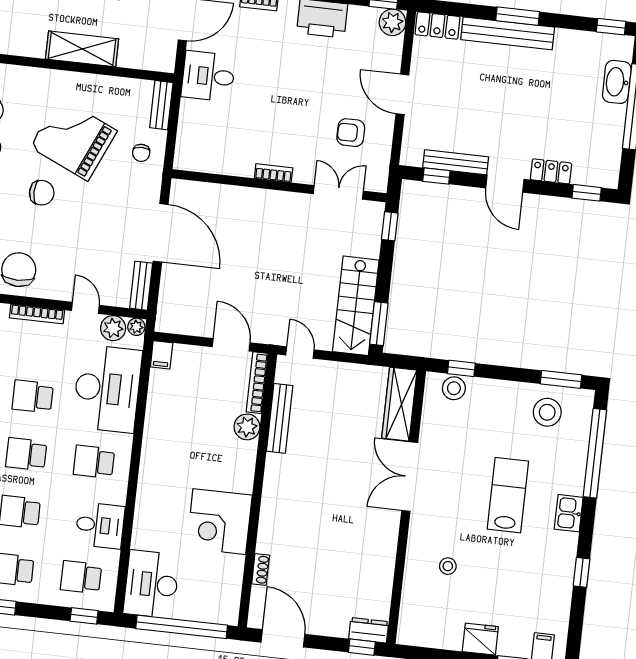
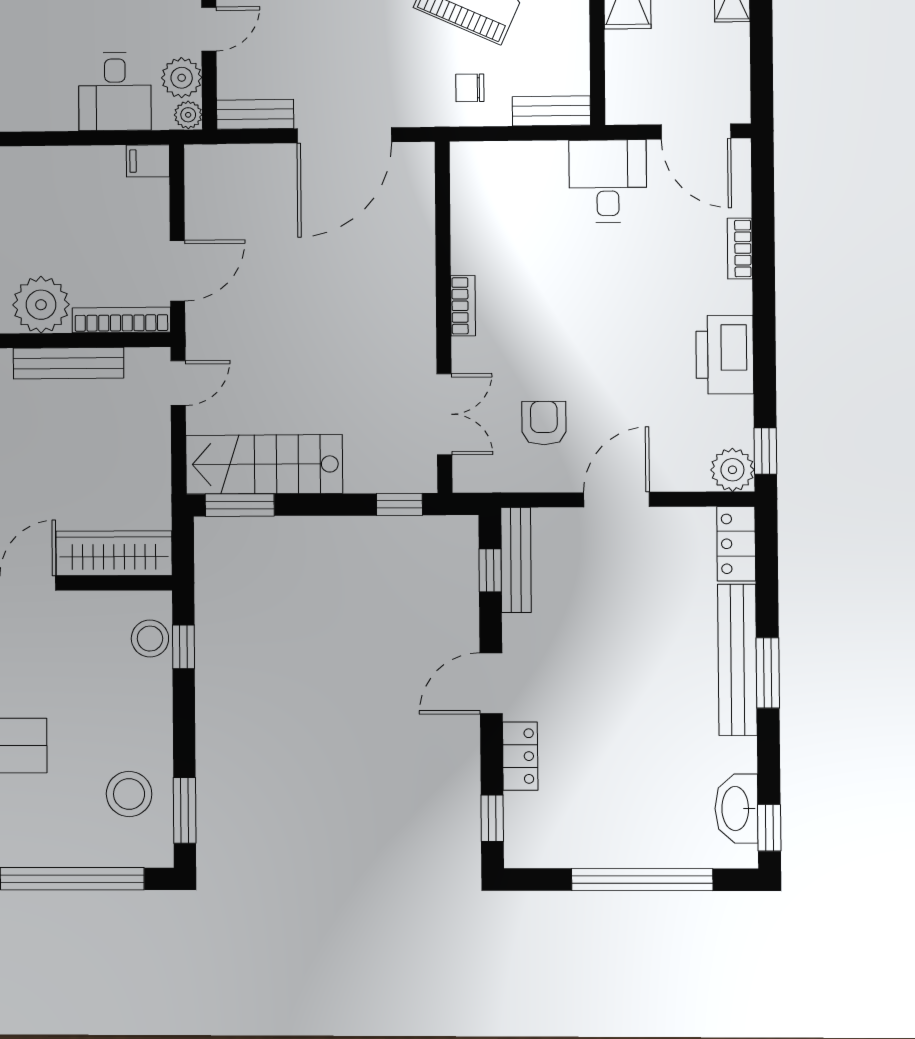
washbasin: (617, 82) -> (736, 809), moved, turned -90
bench: (456, 162) -> (516, 560), moved
desk: (107, 389) -> (115, 92), width x0.53, depth x0.77
plant: (247, 427) -> (41, 305), width x1.36, depth x1.36

